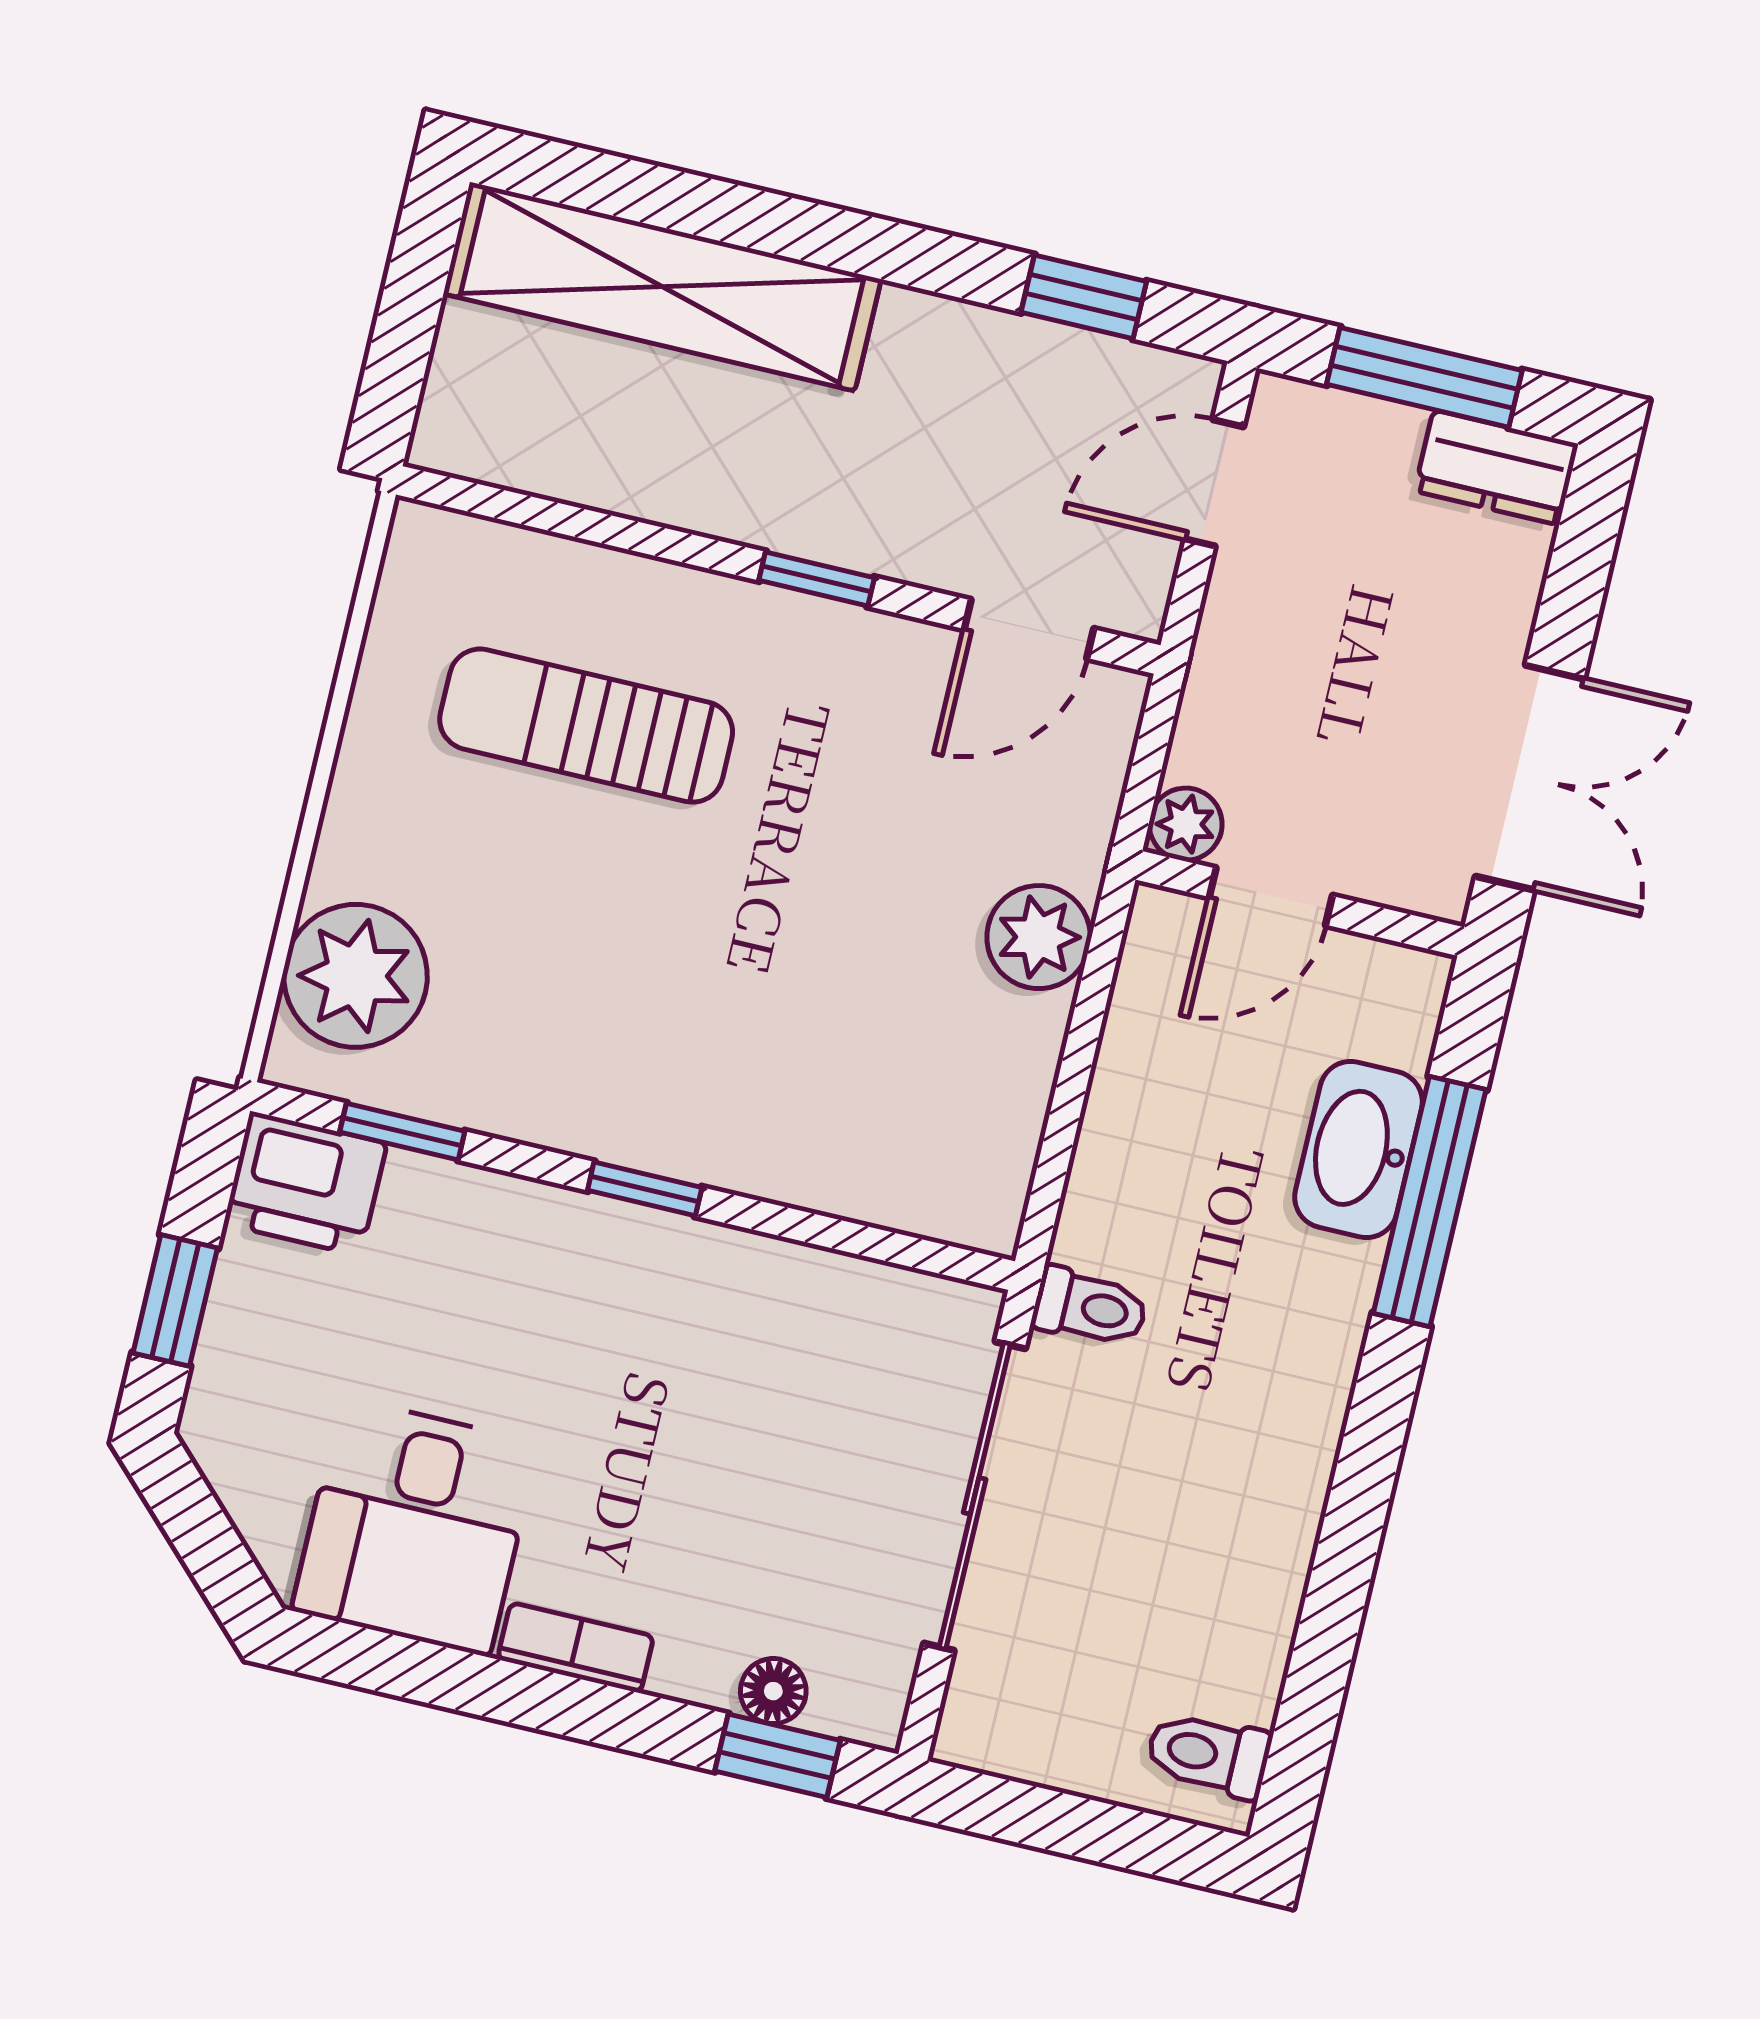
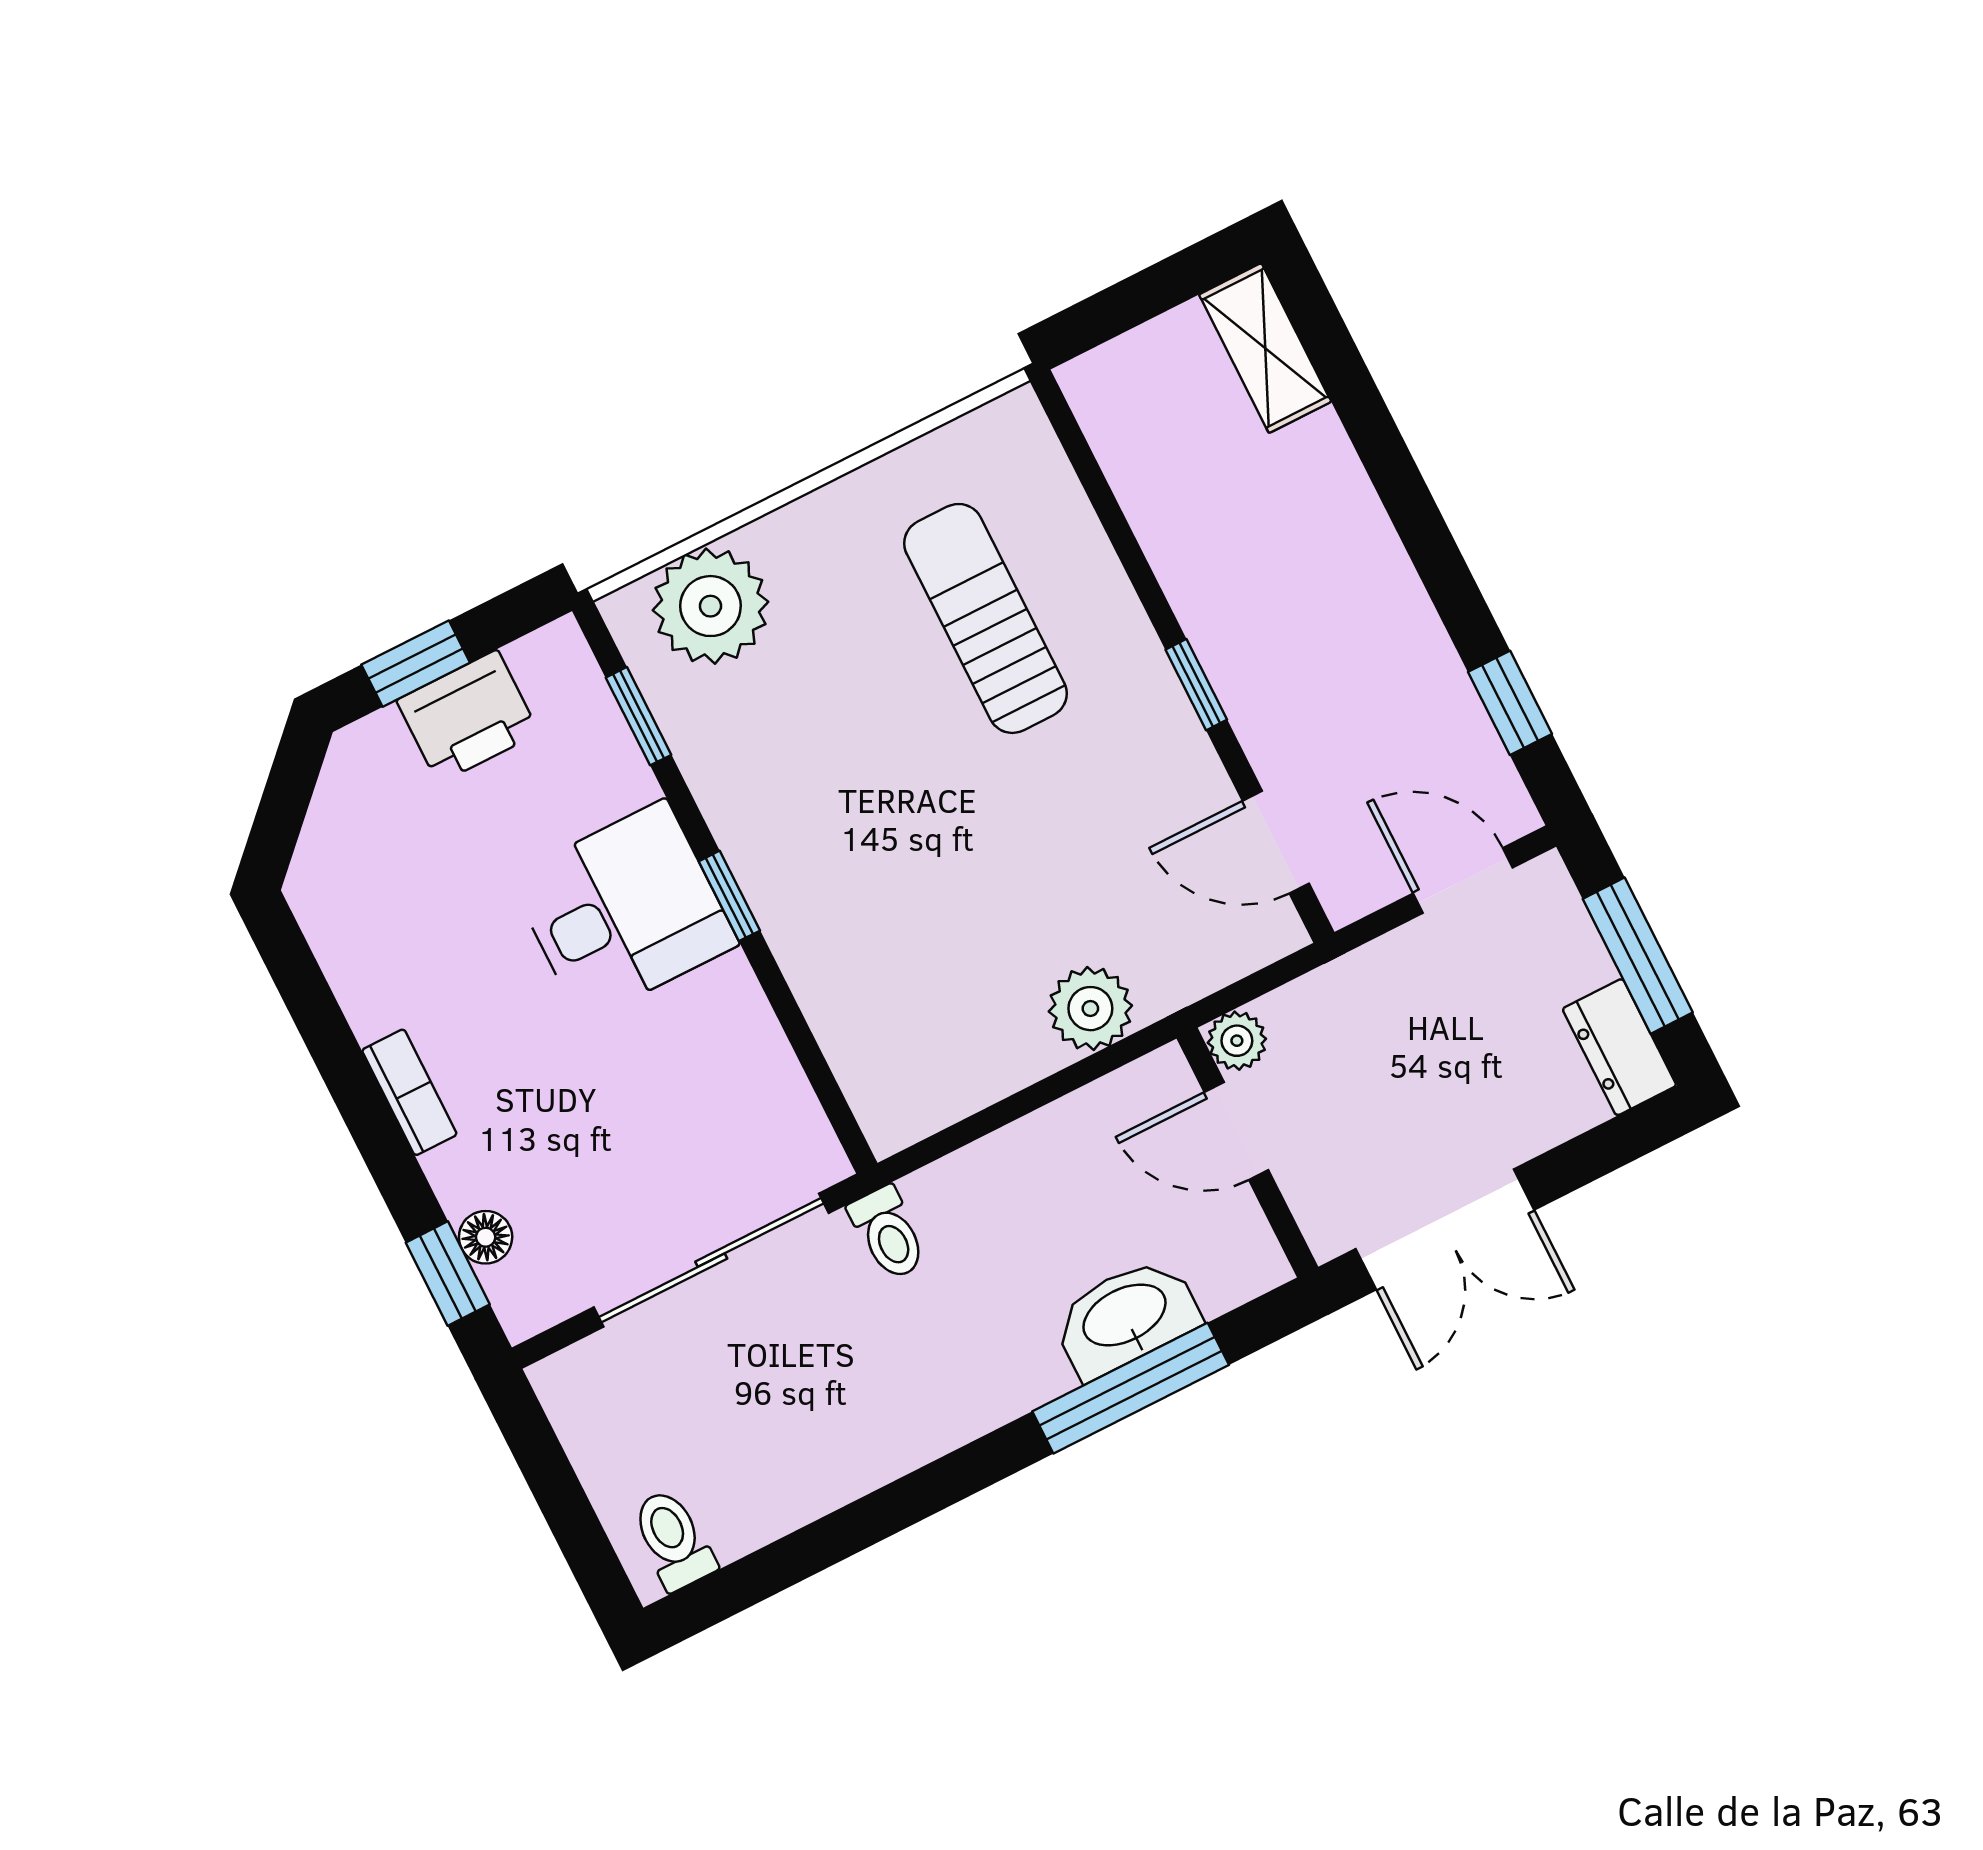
shelving: (662, 287) -> (1265, 348), width x0.45, depth x0.75
printer: (305, 1184) -> (468, 717), moved, turned -90
desk: (415, 1527) -> (624, 911), moved, turned 180

